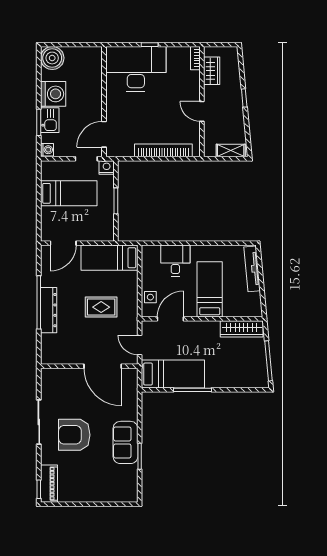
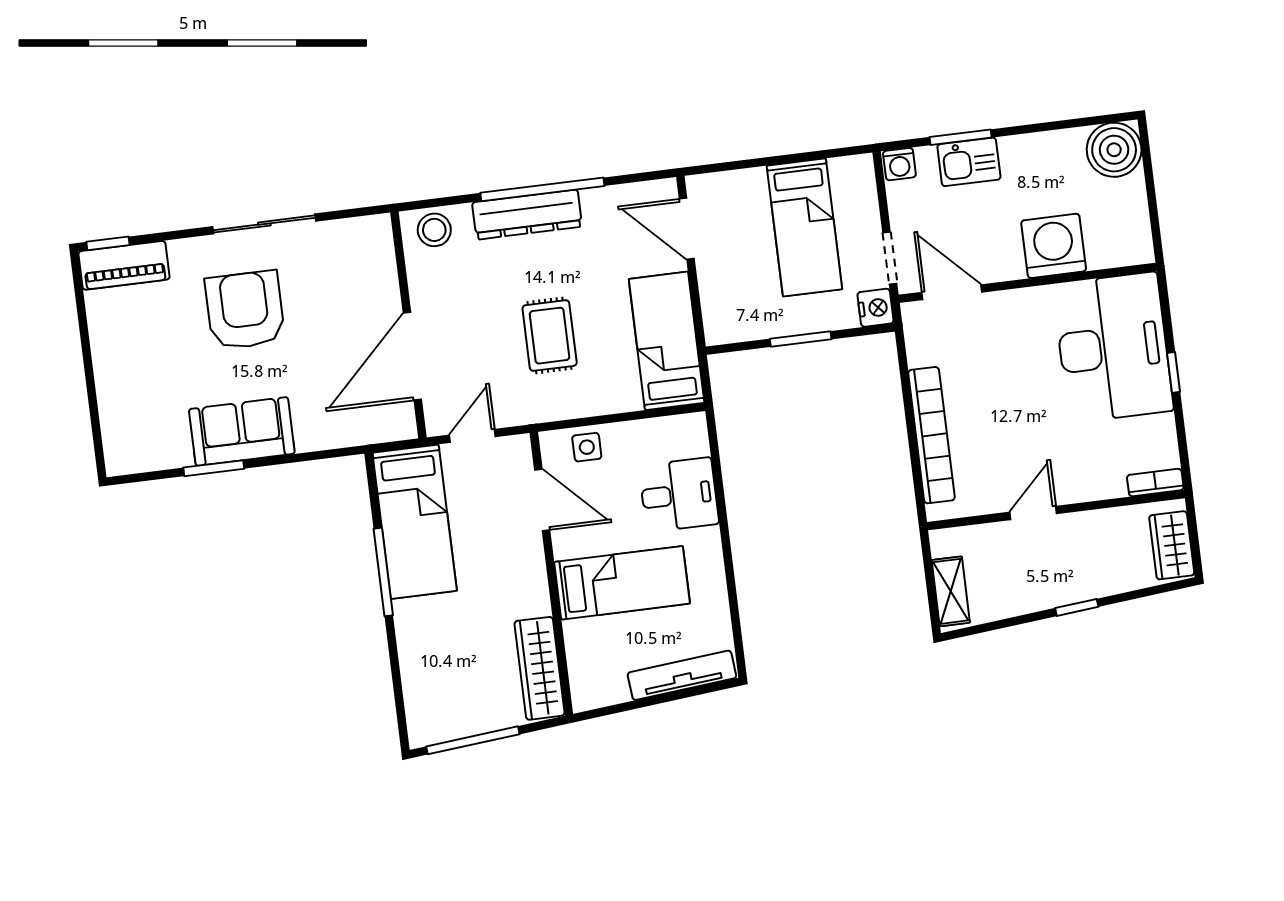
wardrobe: (212, 71) -> (1172, 545), moved, turned 90
washing machine: (53, 94) -> (1054, 246), moved, turned 180
stool: (50, 350) -> (434, 230), added

